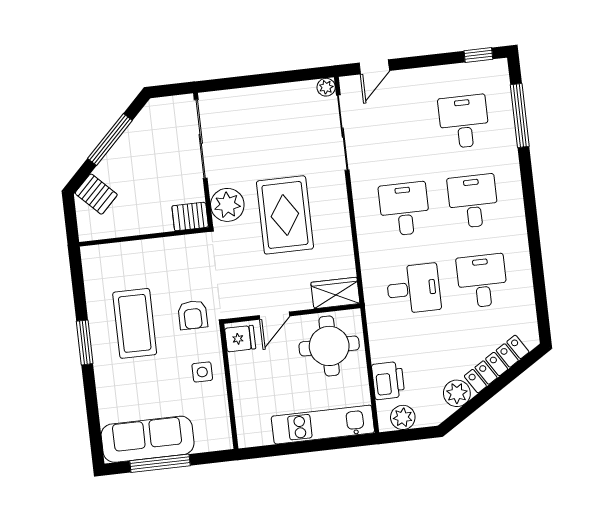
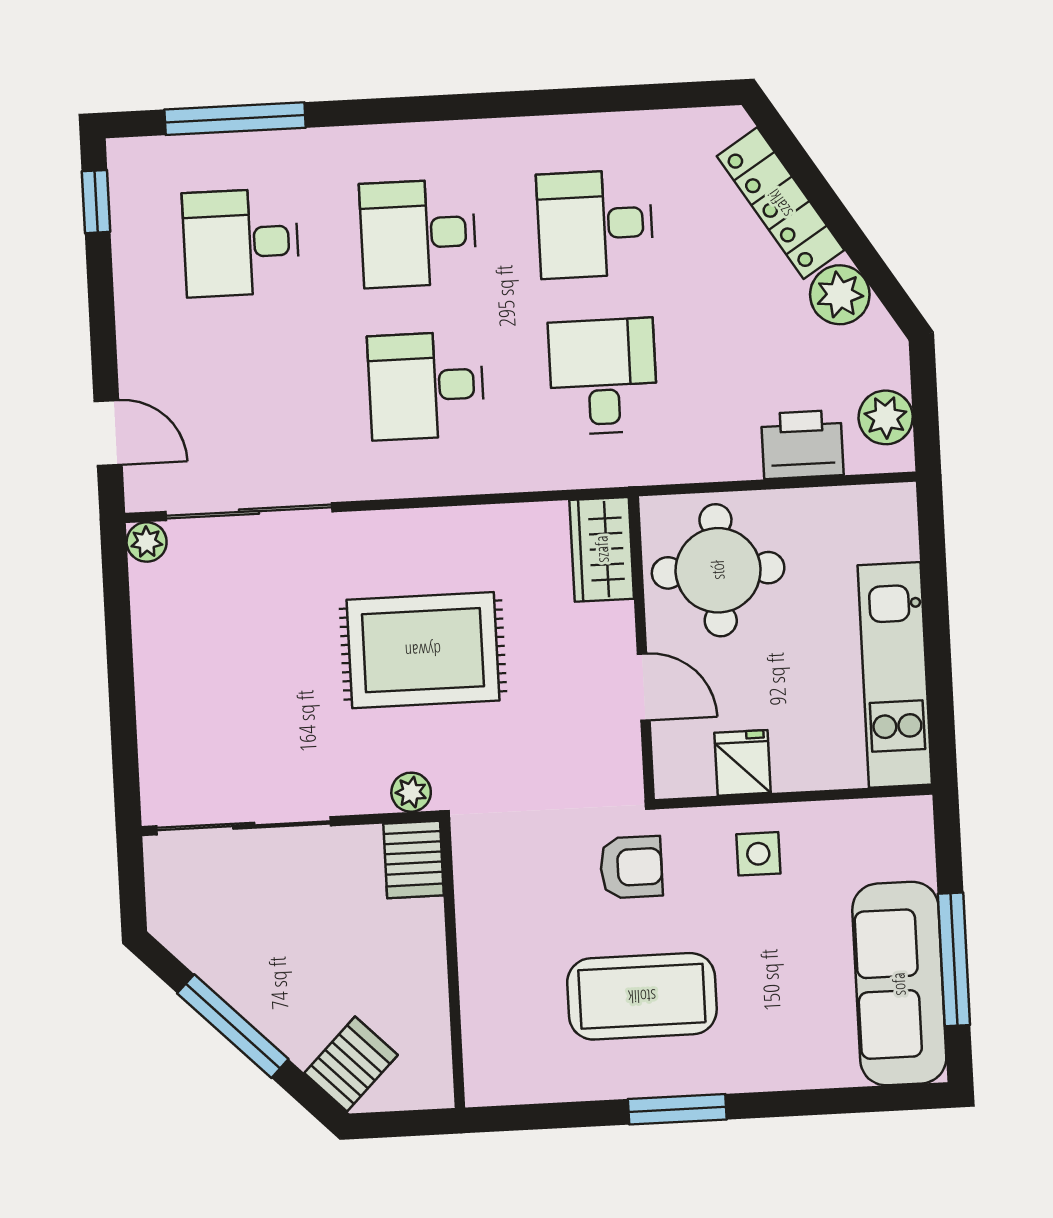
plant: (227, 205) -> (411, 792), width x0.53, depth x0.53
fridge: (240, 339) -> (743, 763), moved
kitchen unit: (323, 425) -> (895, 675), moved

